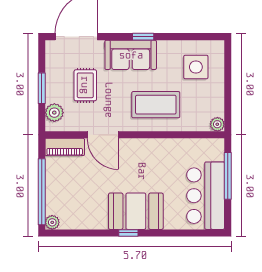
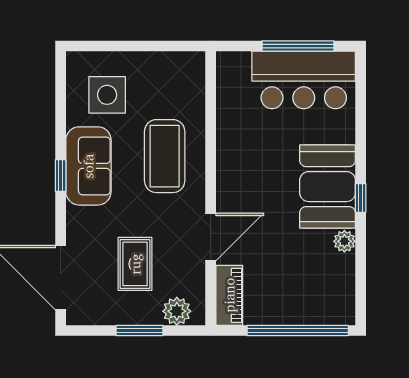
sofa: (131, 55) -> (88, 166), moved
rug: (85, 85) -> (135, 264), turned 90
plant: (217, 124) -> (195, 62), removed
window: (228, 176) -> (298, 46), moved
plant: (52, 222) -> (344, 241), moved

